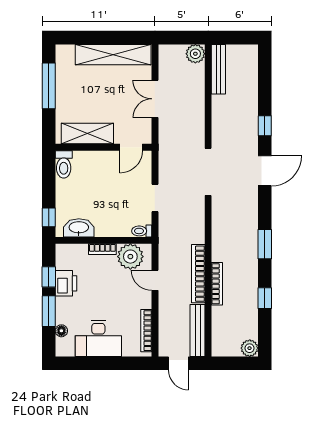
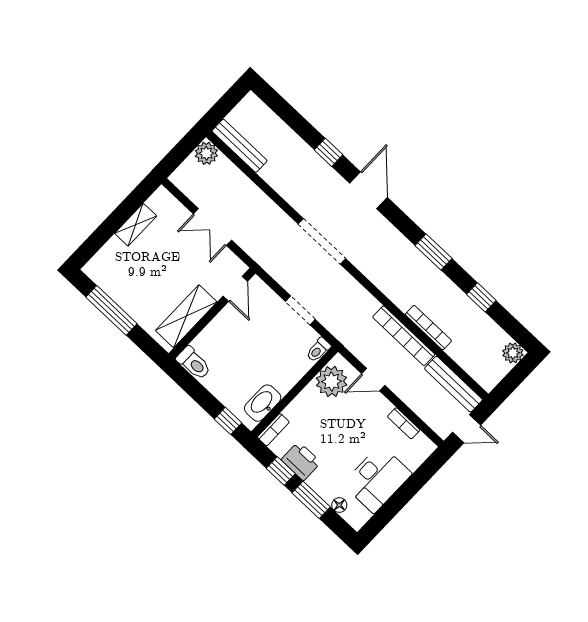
shelving: (113, 55) -> (136, 225), width x0.45, depth x0.75
bookcase: (102, 249) -> (273, 430), moved
bookcase: (146, 331) -> (404, 423), width x0.64

